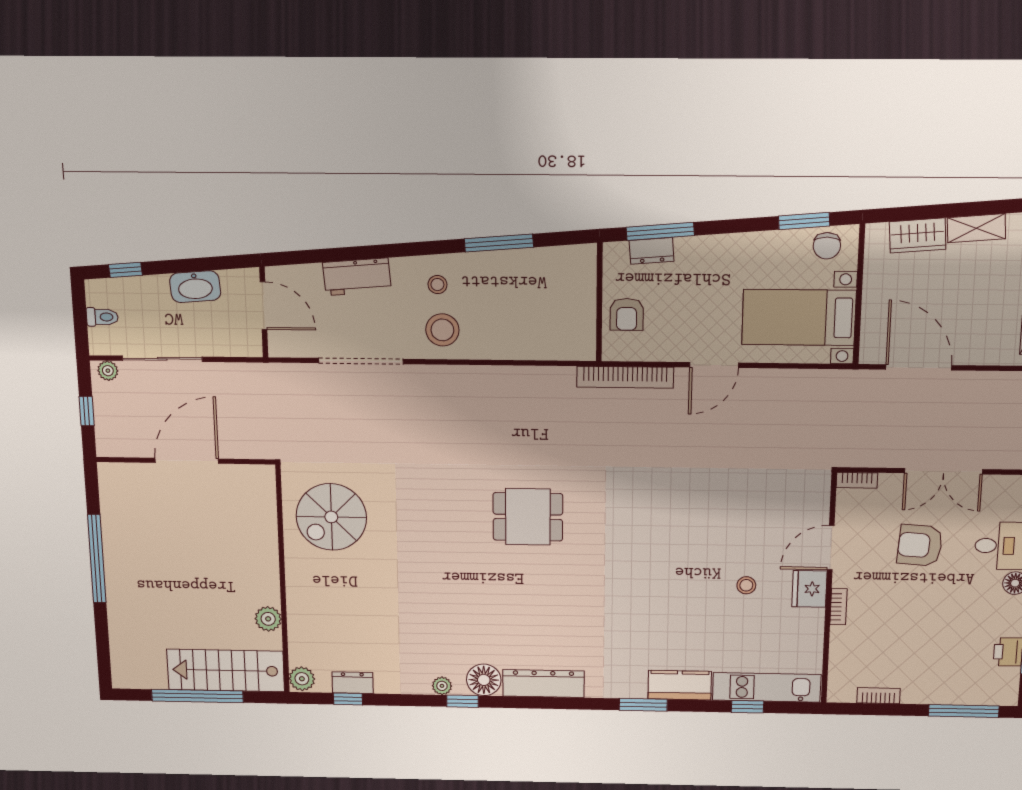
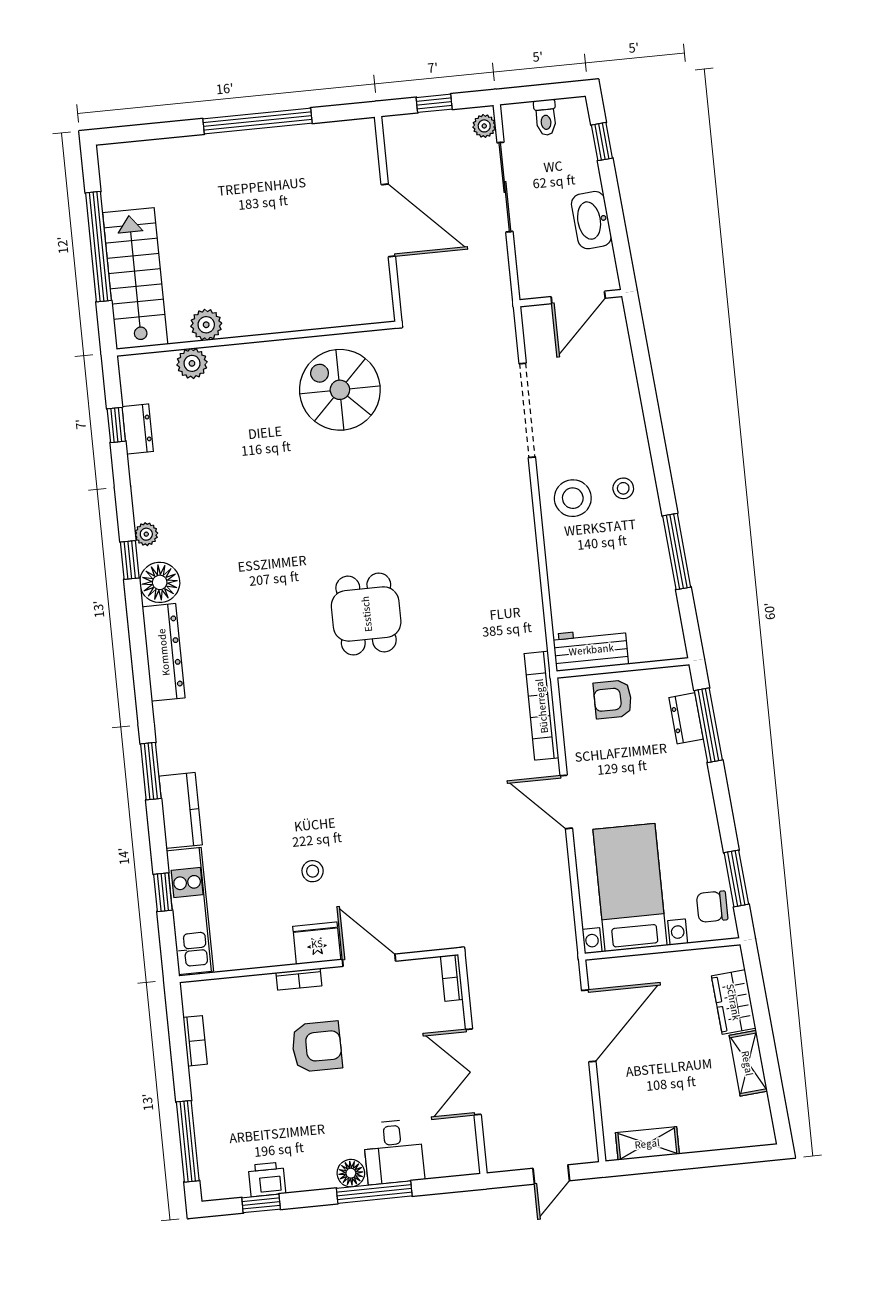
workbench: (357, 277) -> (591, 649), moved, turned 95
armchair: (920, 545) -> (317, 1047), moved, turned 86
plant: (302, 679) -> (192, 363), moved

